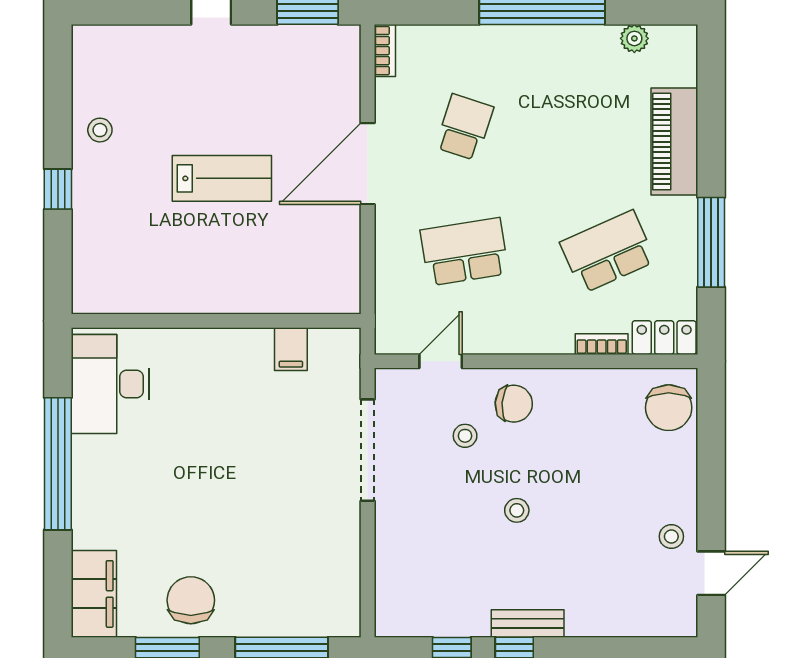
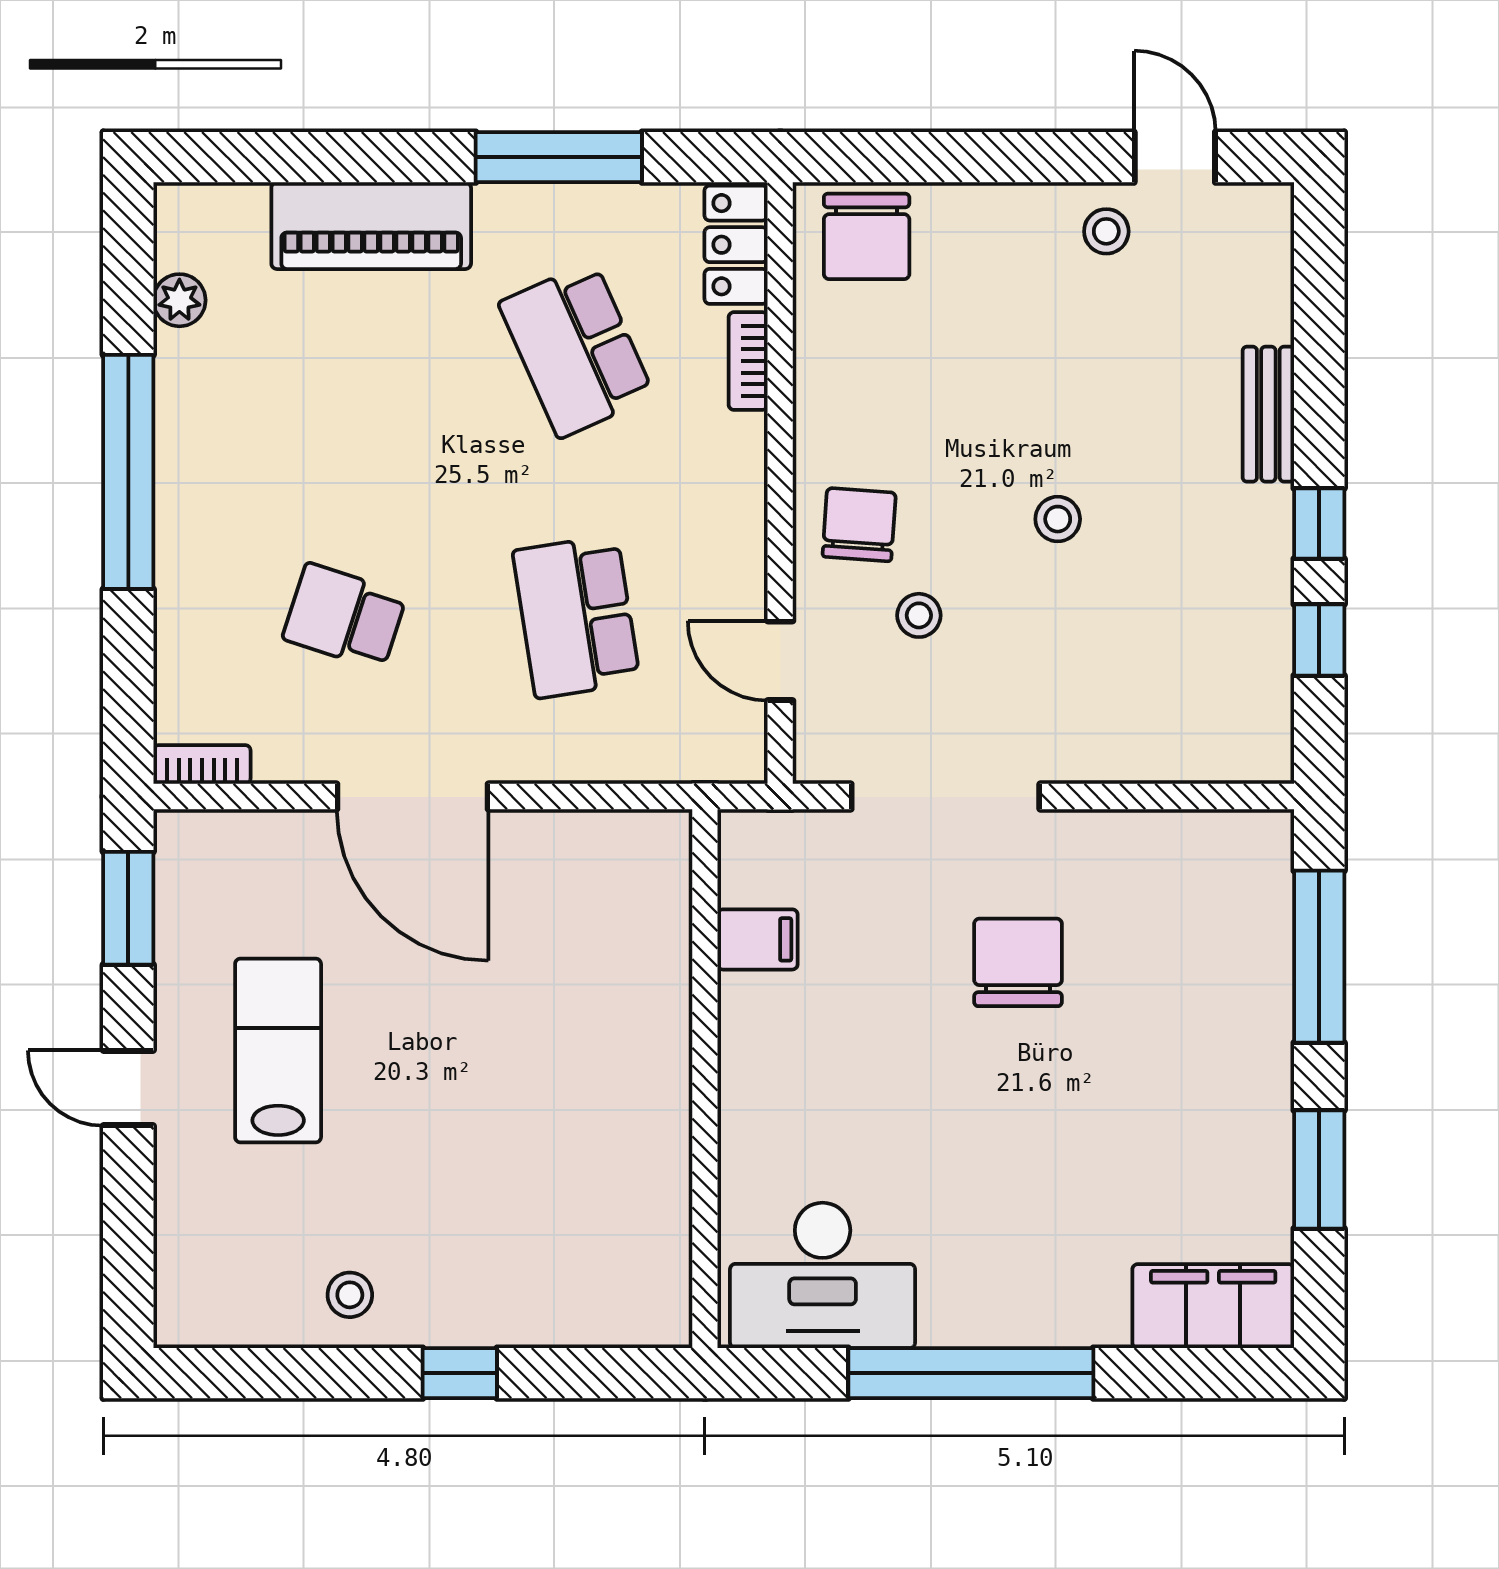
lab bench: (222, 178) -> (278, 1050), moved
chair: (669, 408) -> (867, 236), turned 90
chair: (191, 600) -> (1018, 962), moved, turned 90
bench: (528, 624) -> (1268, 414), moved

